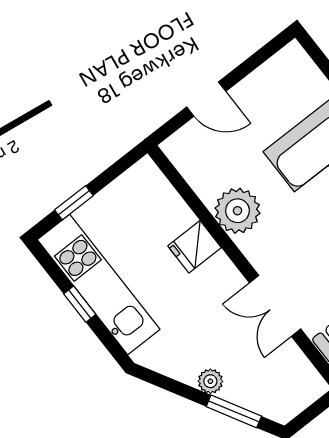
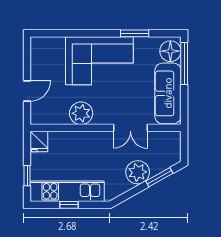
fridge: (195, 247) -> (39, 142), moved
plant: (210, 381) -> (138, 172), width x1.88, depth x1.88

